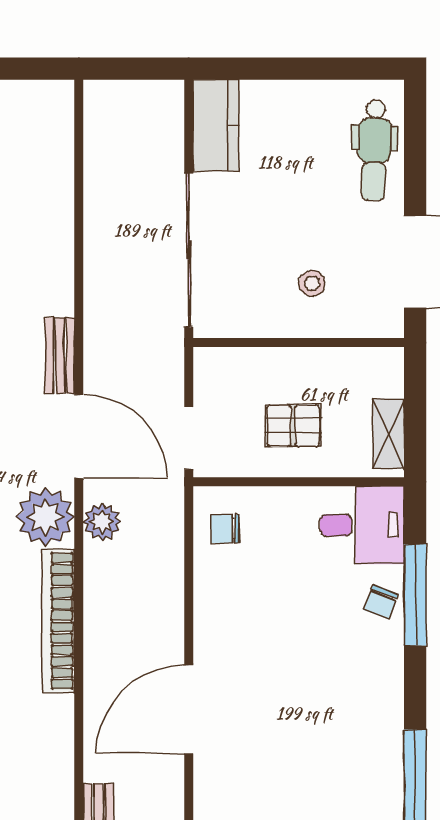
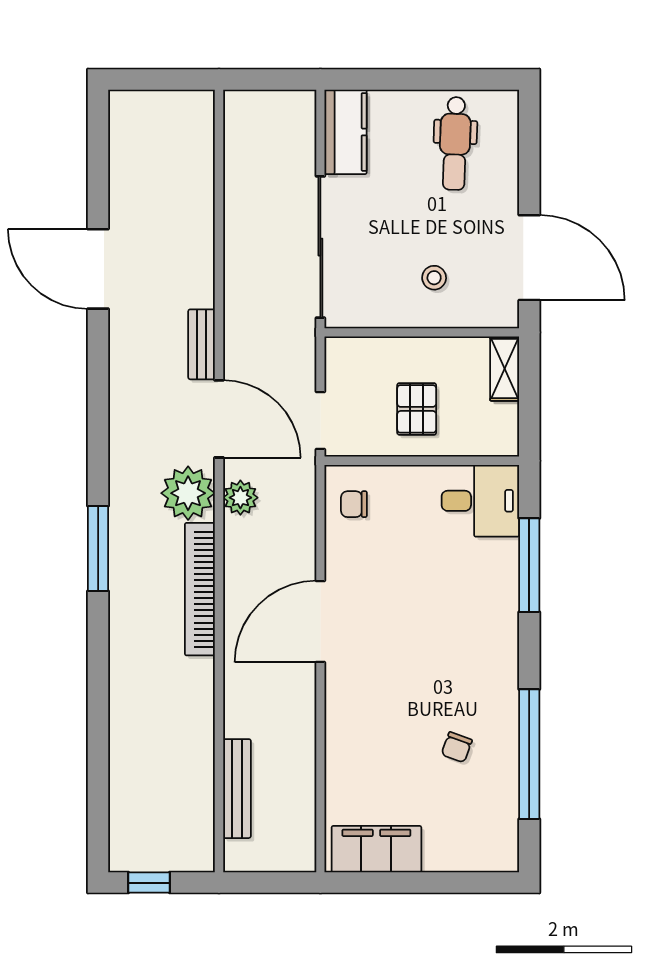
dental chair: (374, 150) -> (455, 143), moved
pallet: (293, 426) -> (417, 409), turned 90
shelving: (388, 434) -> (505, 369), moved
chair: (381, 602) -> (457, 747), moved
door: (189, 709) -> (320, 622), moved

